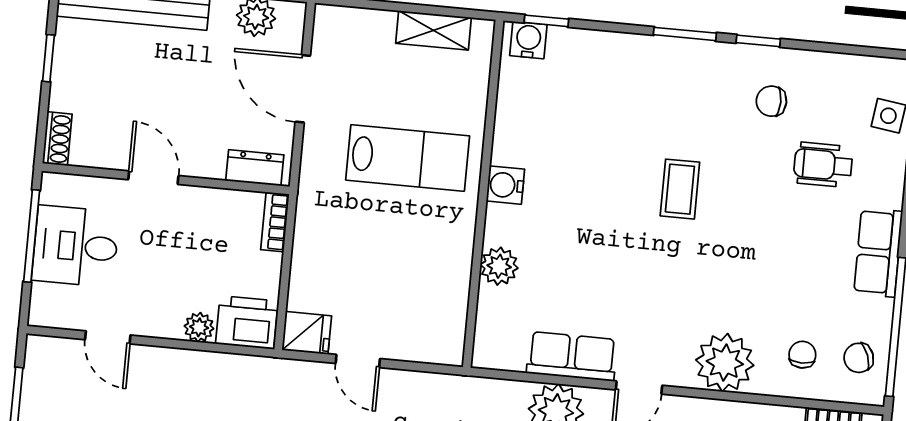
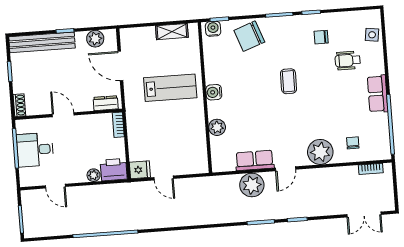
chair: (859, 358) -> (249, 36), moved, width x1.87, depth x1.87

